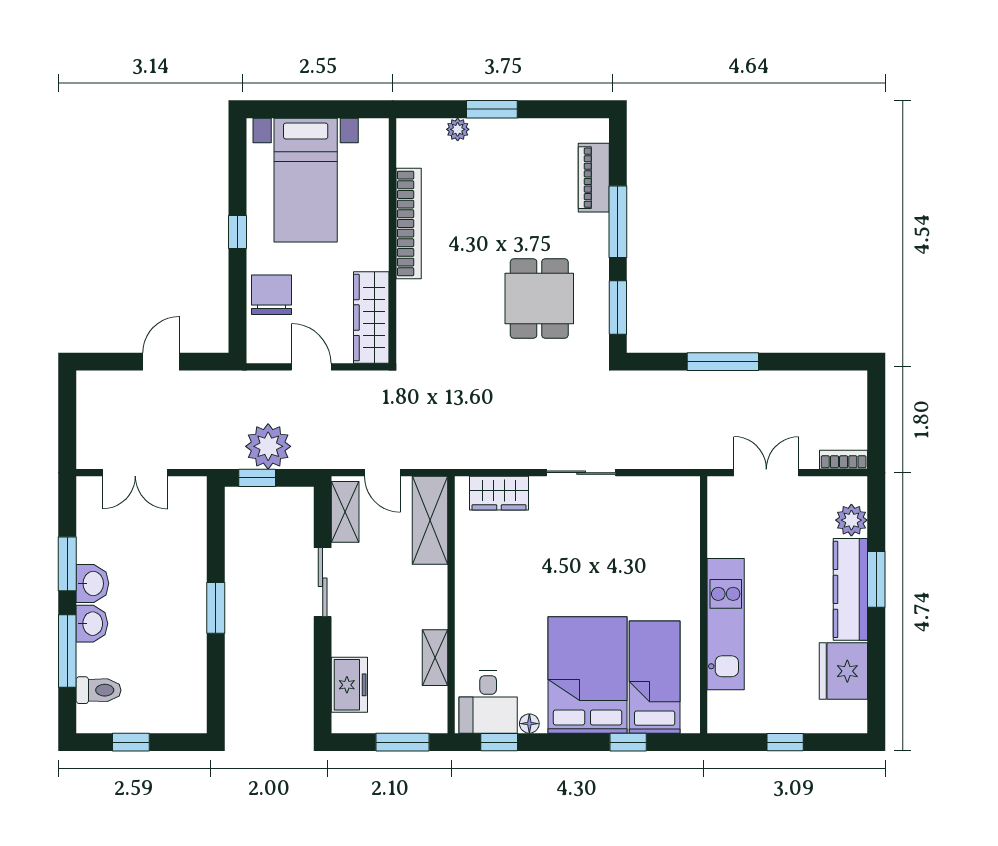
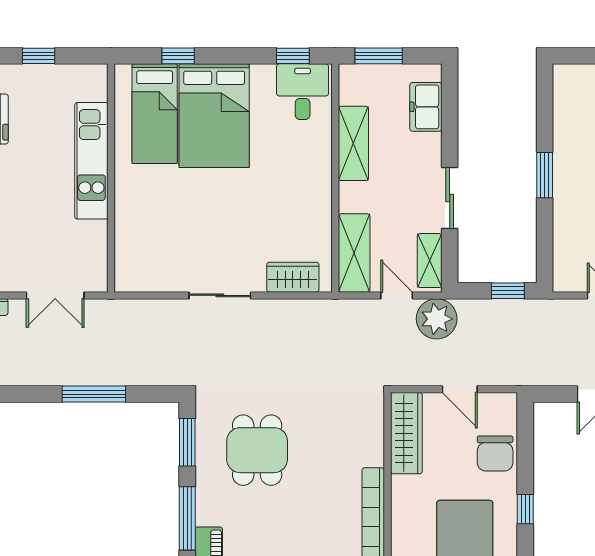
plant: (268, 446) -> (437, 319), moved
shelving: (435, 658) -> (353, 143), width x1.50, depth x1.33
floor lamp: (529, 724) -> (266, 72), removed

